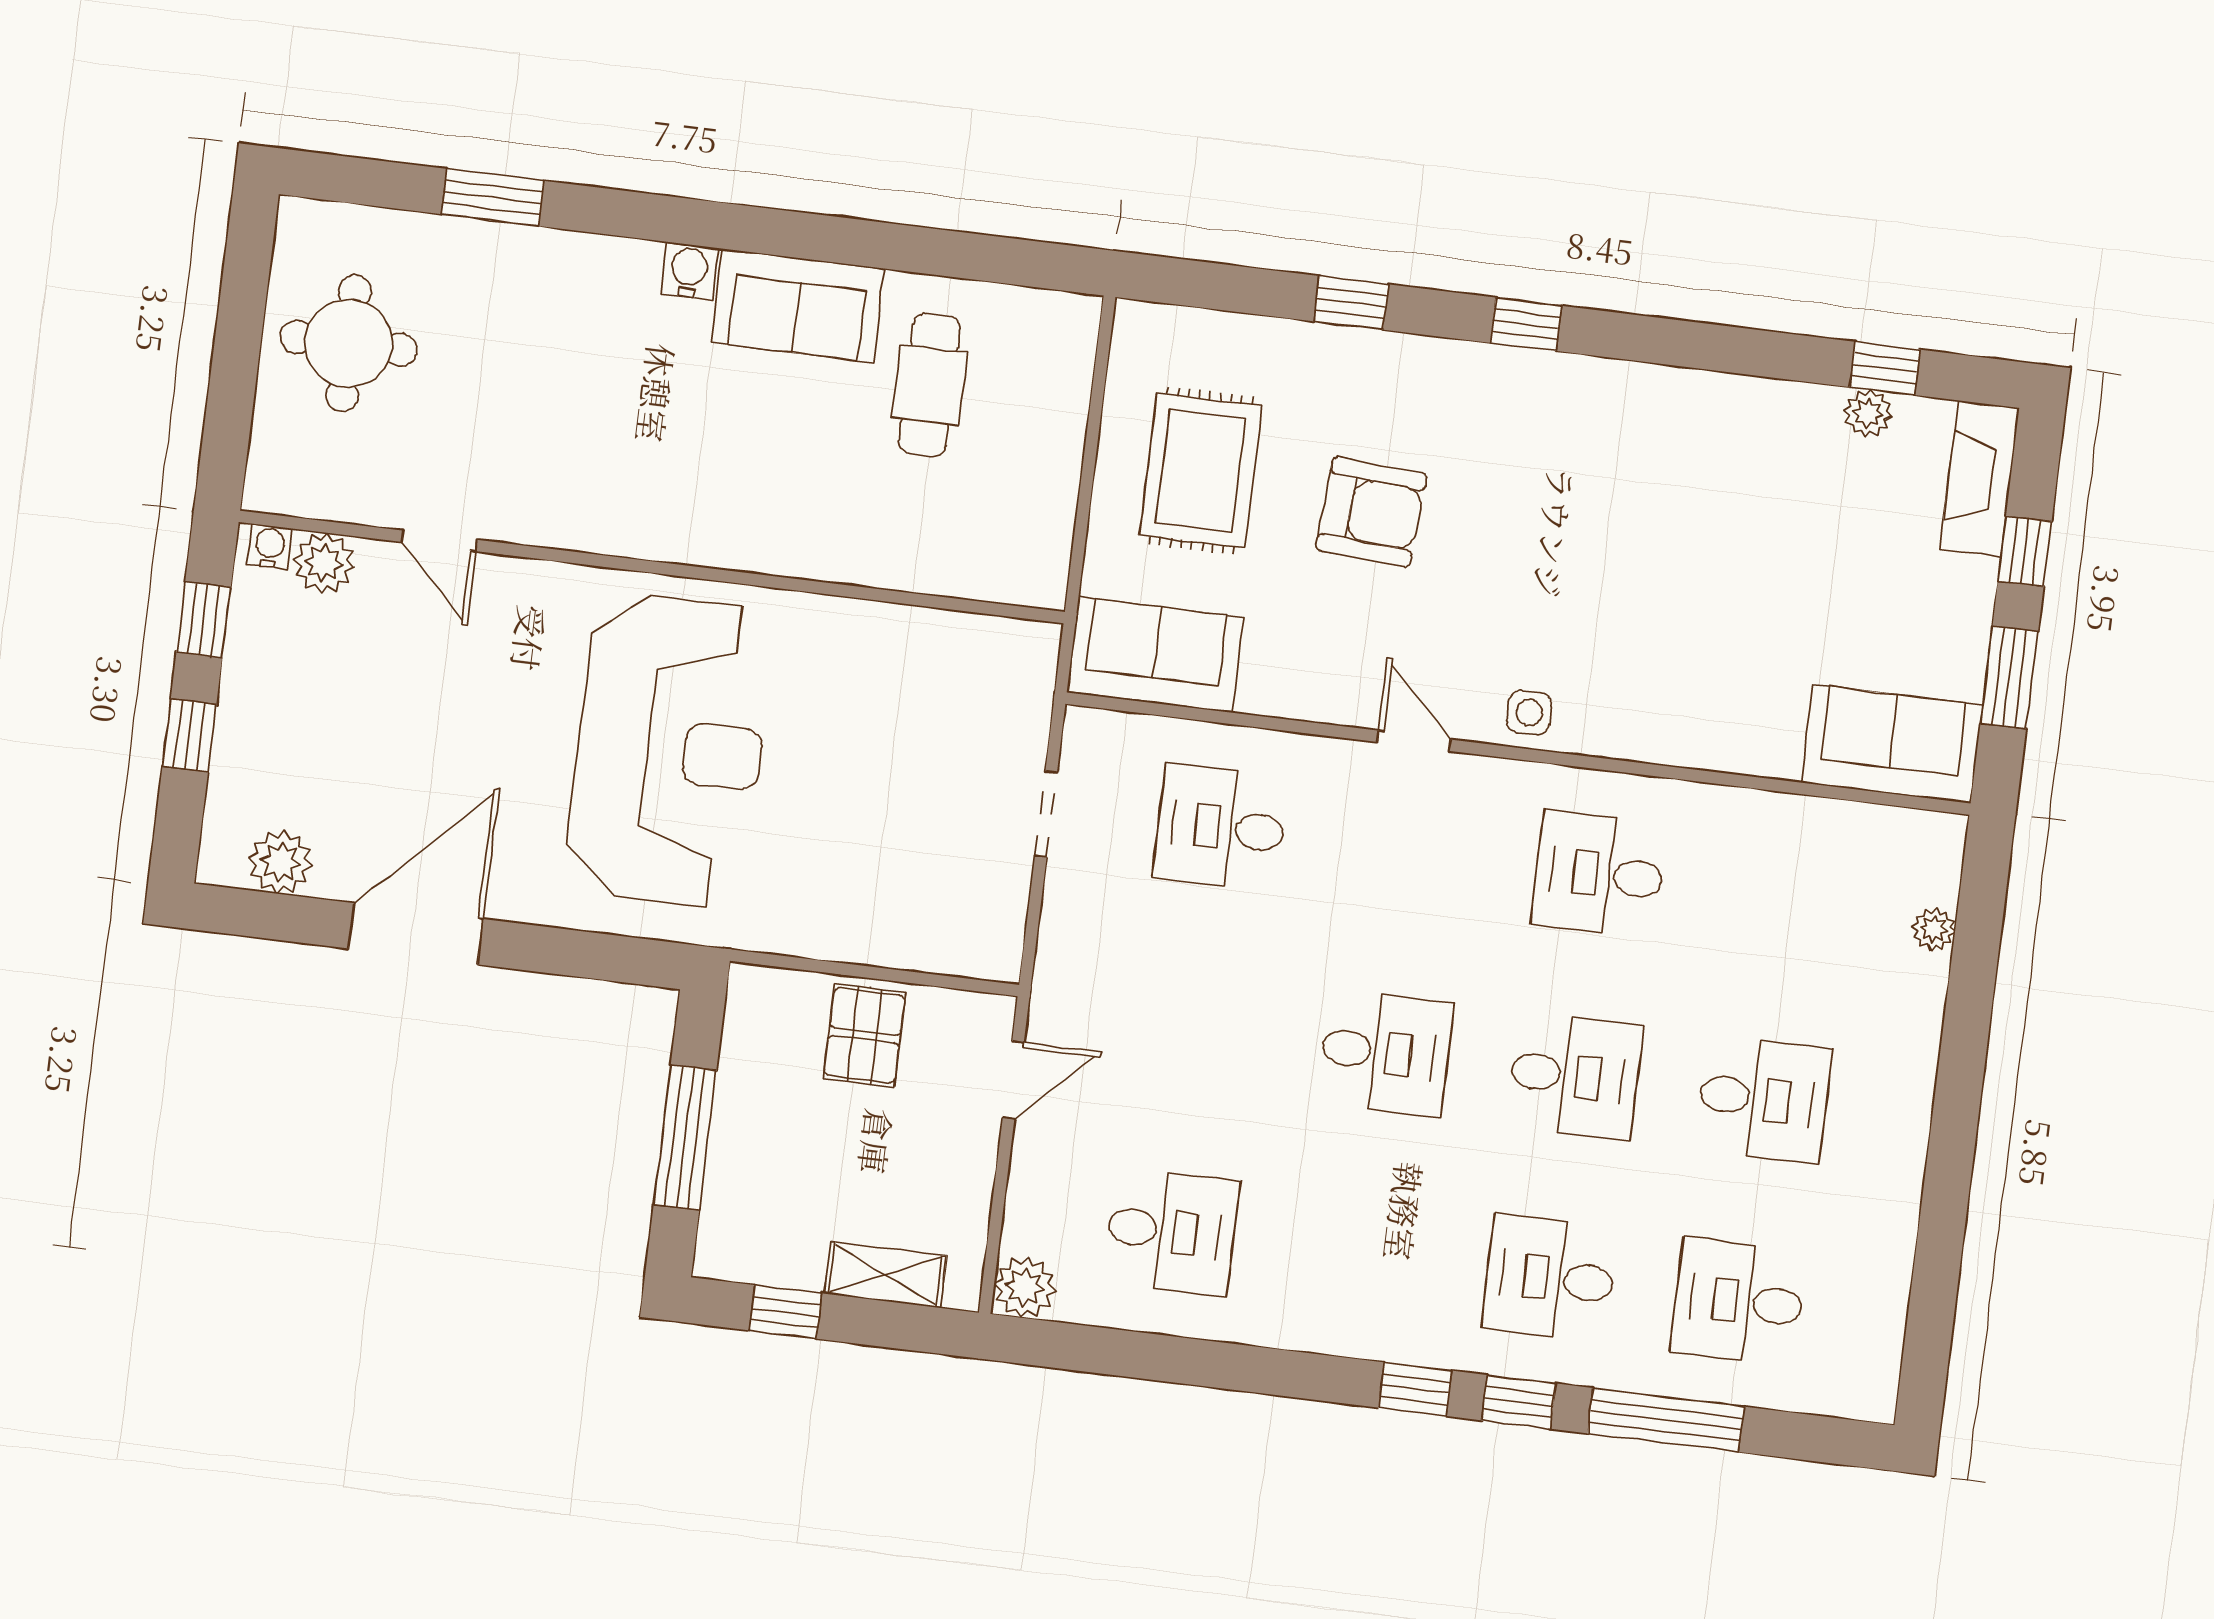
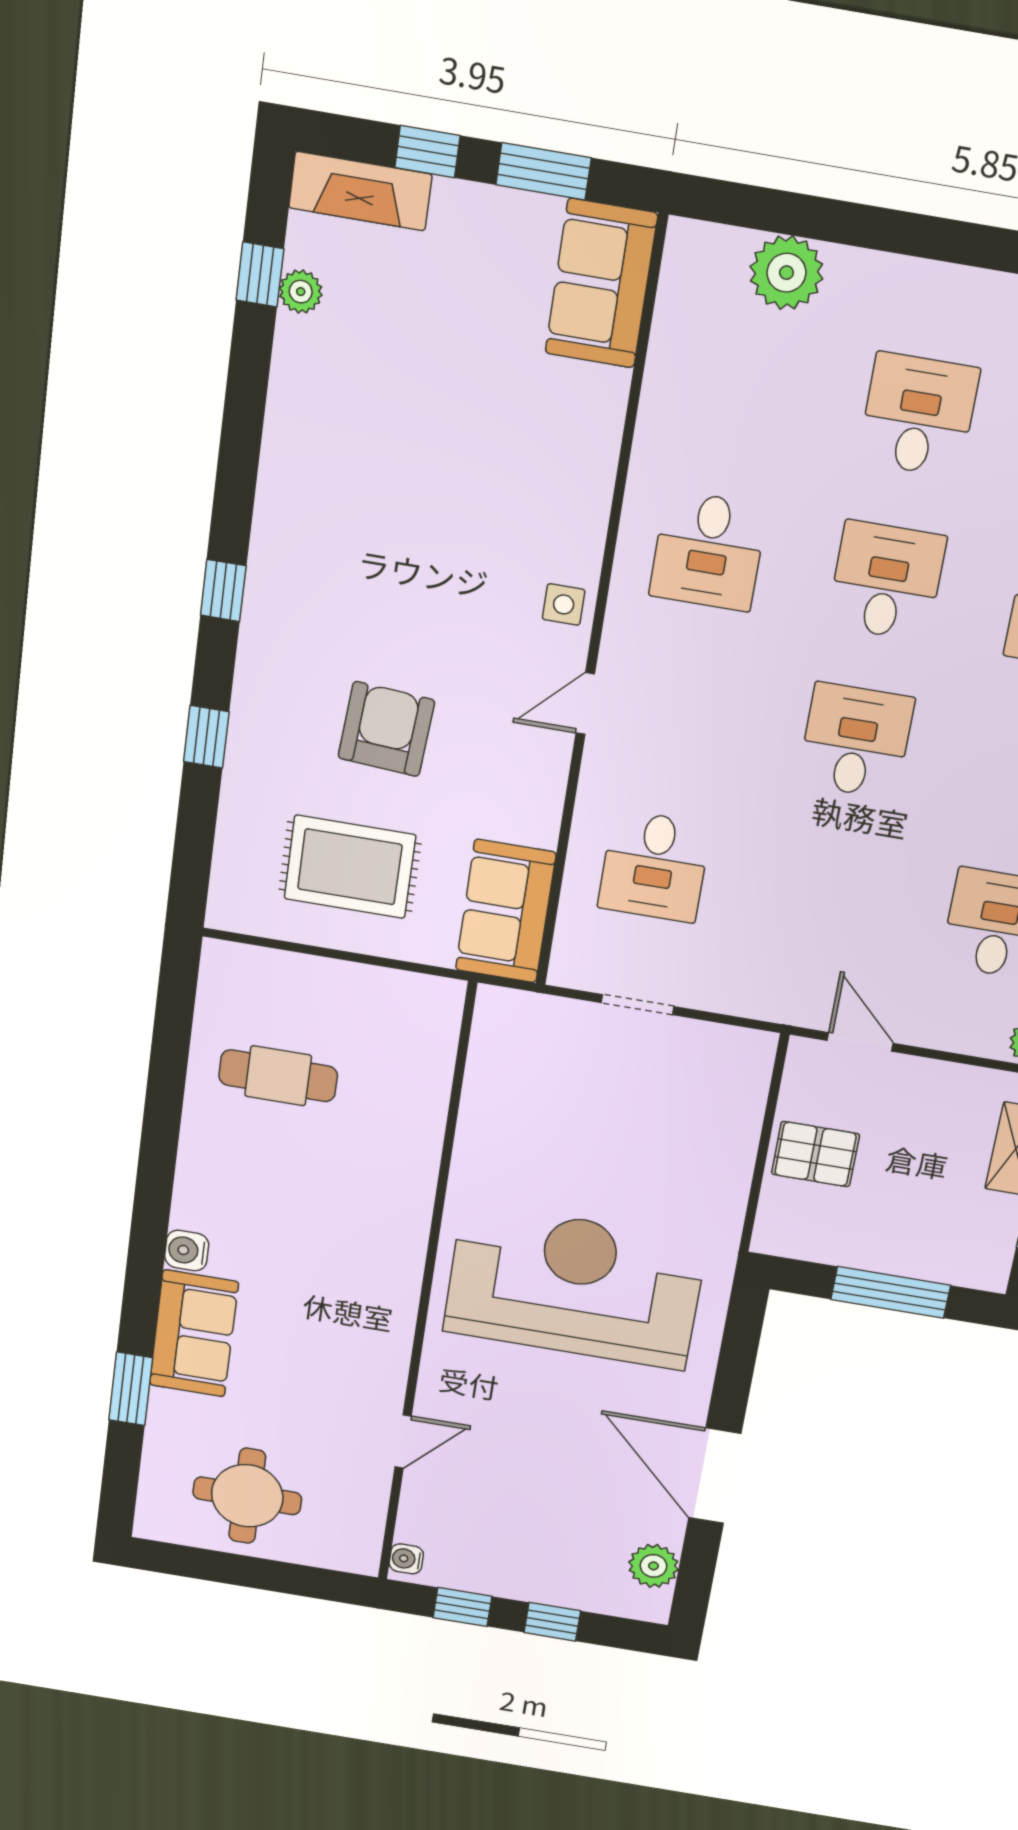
sofa: (798, 306) -> (194, 1334), moved
plant: (324, 563) -> (420, 1523), removed
plant: (1934, 929) -> (786, 273), width x1.87, depth x1.87

